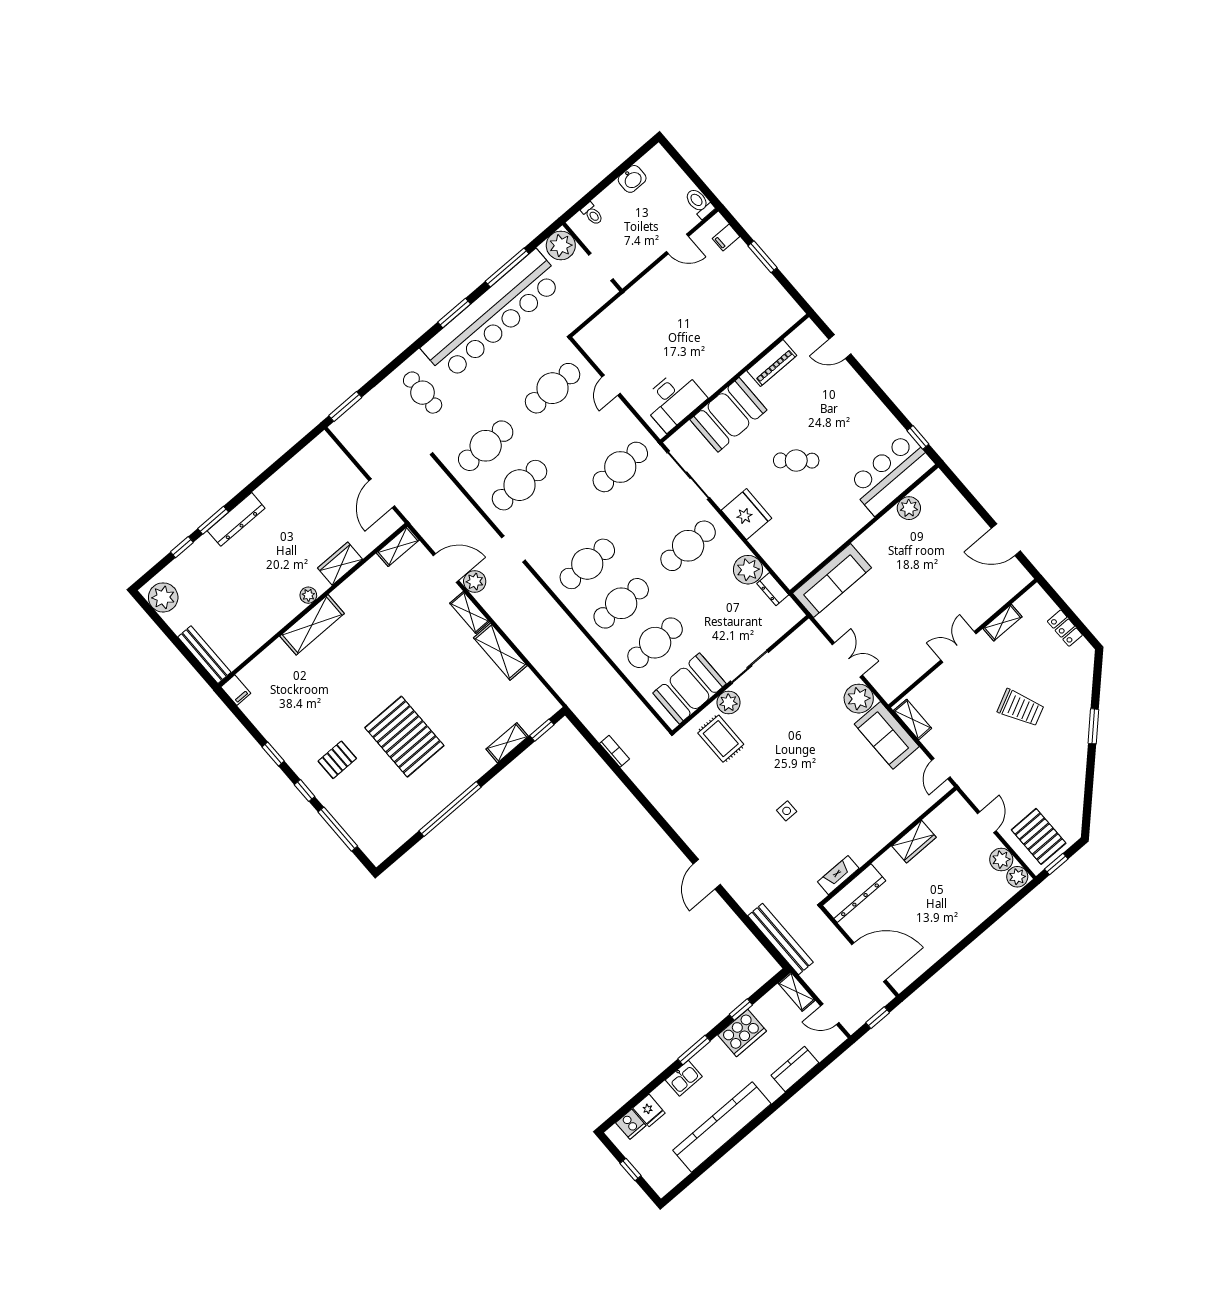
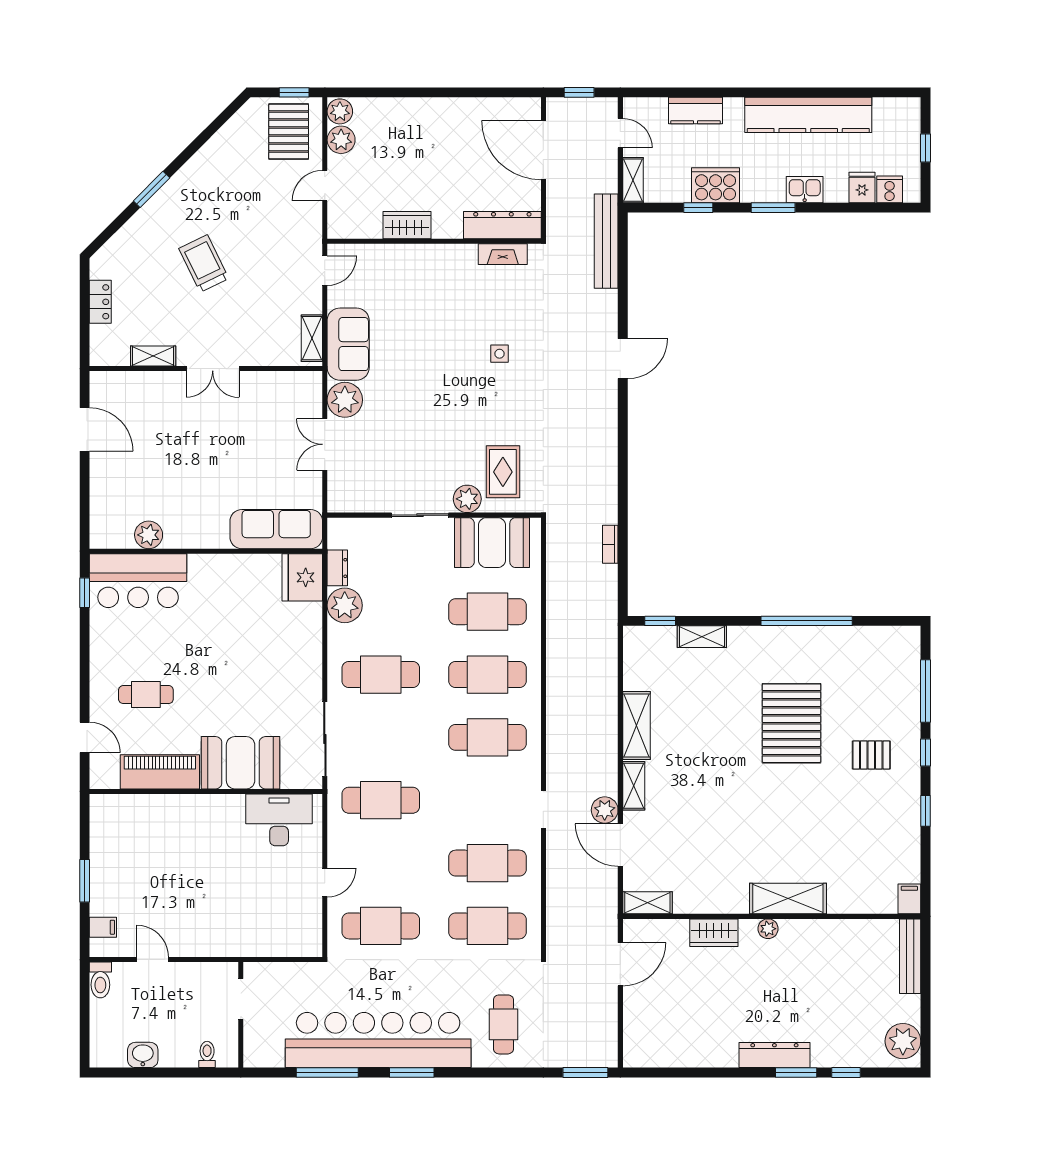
plant: (561, 245) -> (261, 1050), removed
piano: (772, 363) -> (160, 772), width x1.37, depth x1.33
cafe table: (796, 461) -> (146, 695), moved, turned -41
fridge: (747, 514) -> (302, 577), moved

